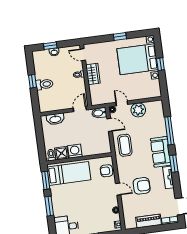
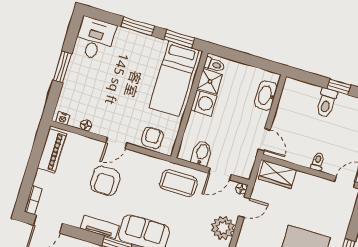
wardrobe: (93, 74) -> (277, 174), moved
bidet: (99, 113) -> (202, 153), moved
piano: (149, 221) -> (52, 151), moved

